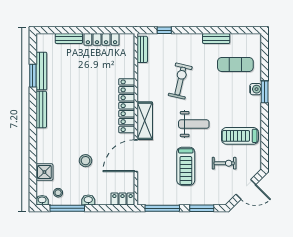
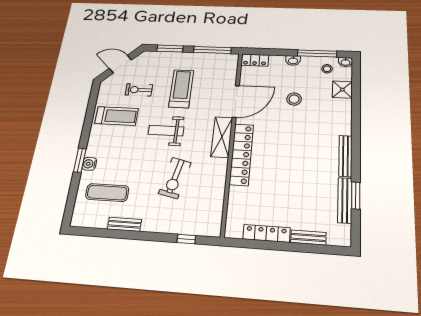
bench: (142, 49) -> (216, 218), removed

